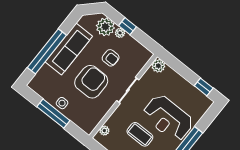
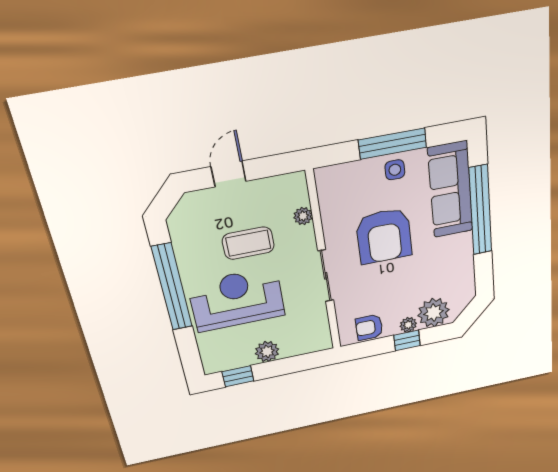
sofa: (69, 49) -> (451, 190), moved
armchair: (111, 58) -> (369, 327), moved
plant: (158, 66) -> (267, 351), moved
plant: (104, 131) -> (303, 216), moved

